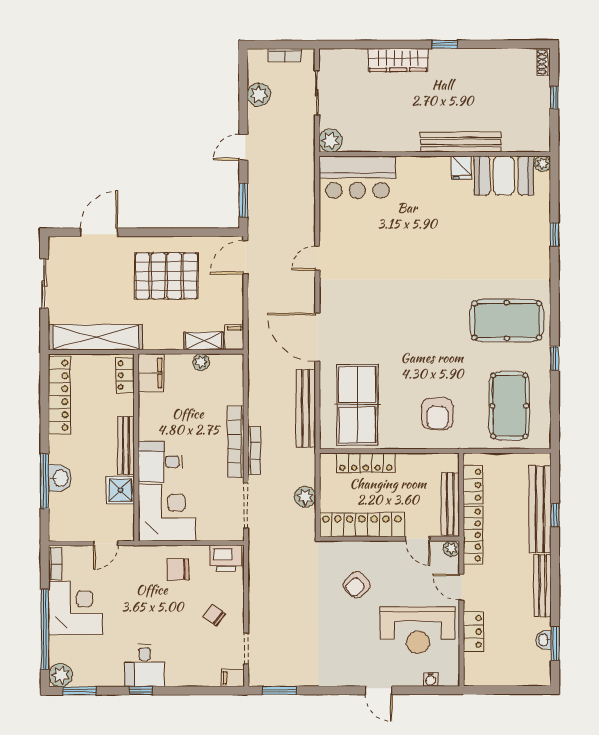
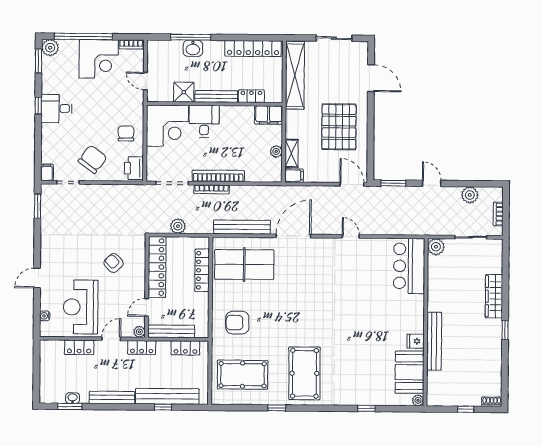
locker: (125, 375) -> (251, 96), moved
locker: (473, 535) -> (142, 347), width x0.66
chair: (214, 615) -> (92, 159), width x1.87, depth x1.87

